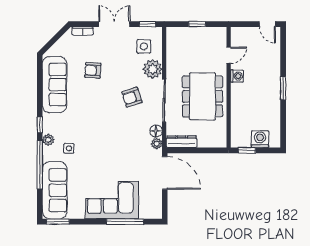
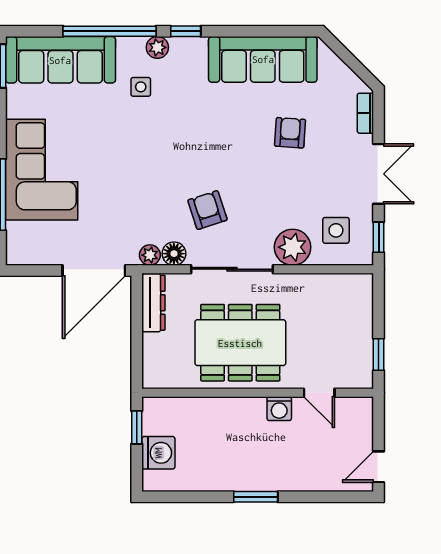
window: (197, 24) -> (379, 355), moved
armchair: (132, 97) -> (207, 210), moved

